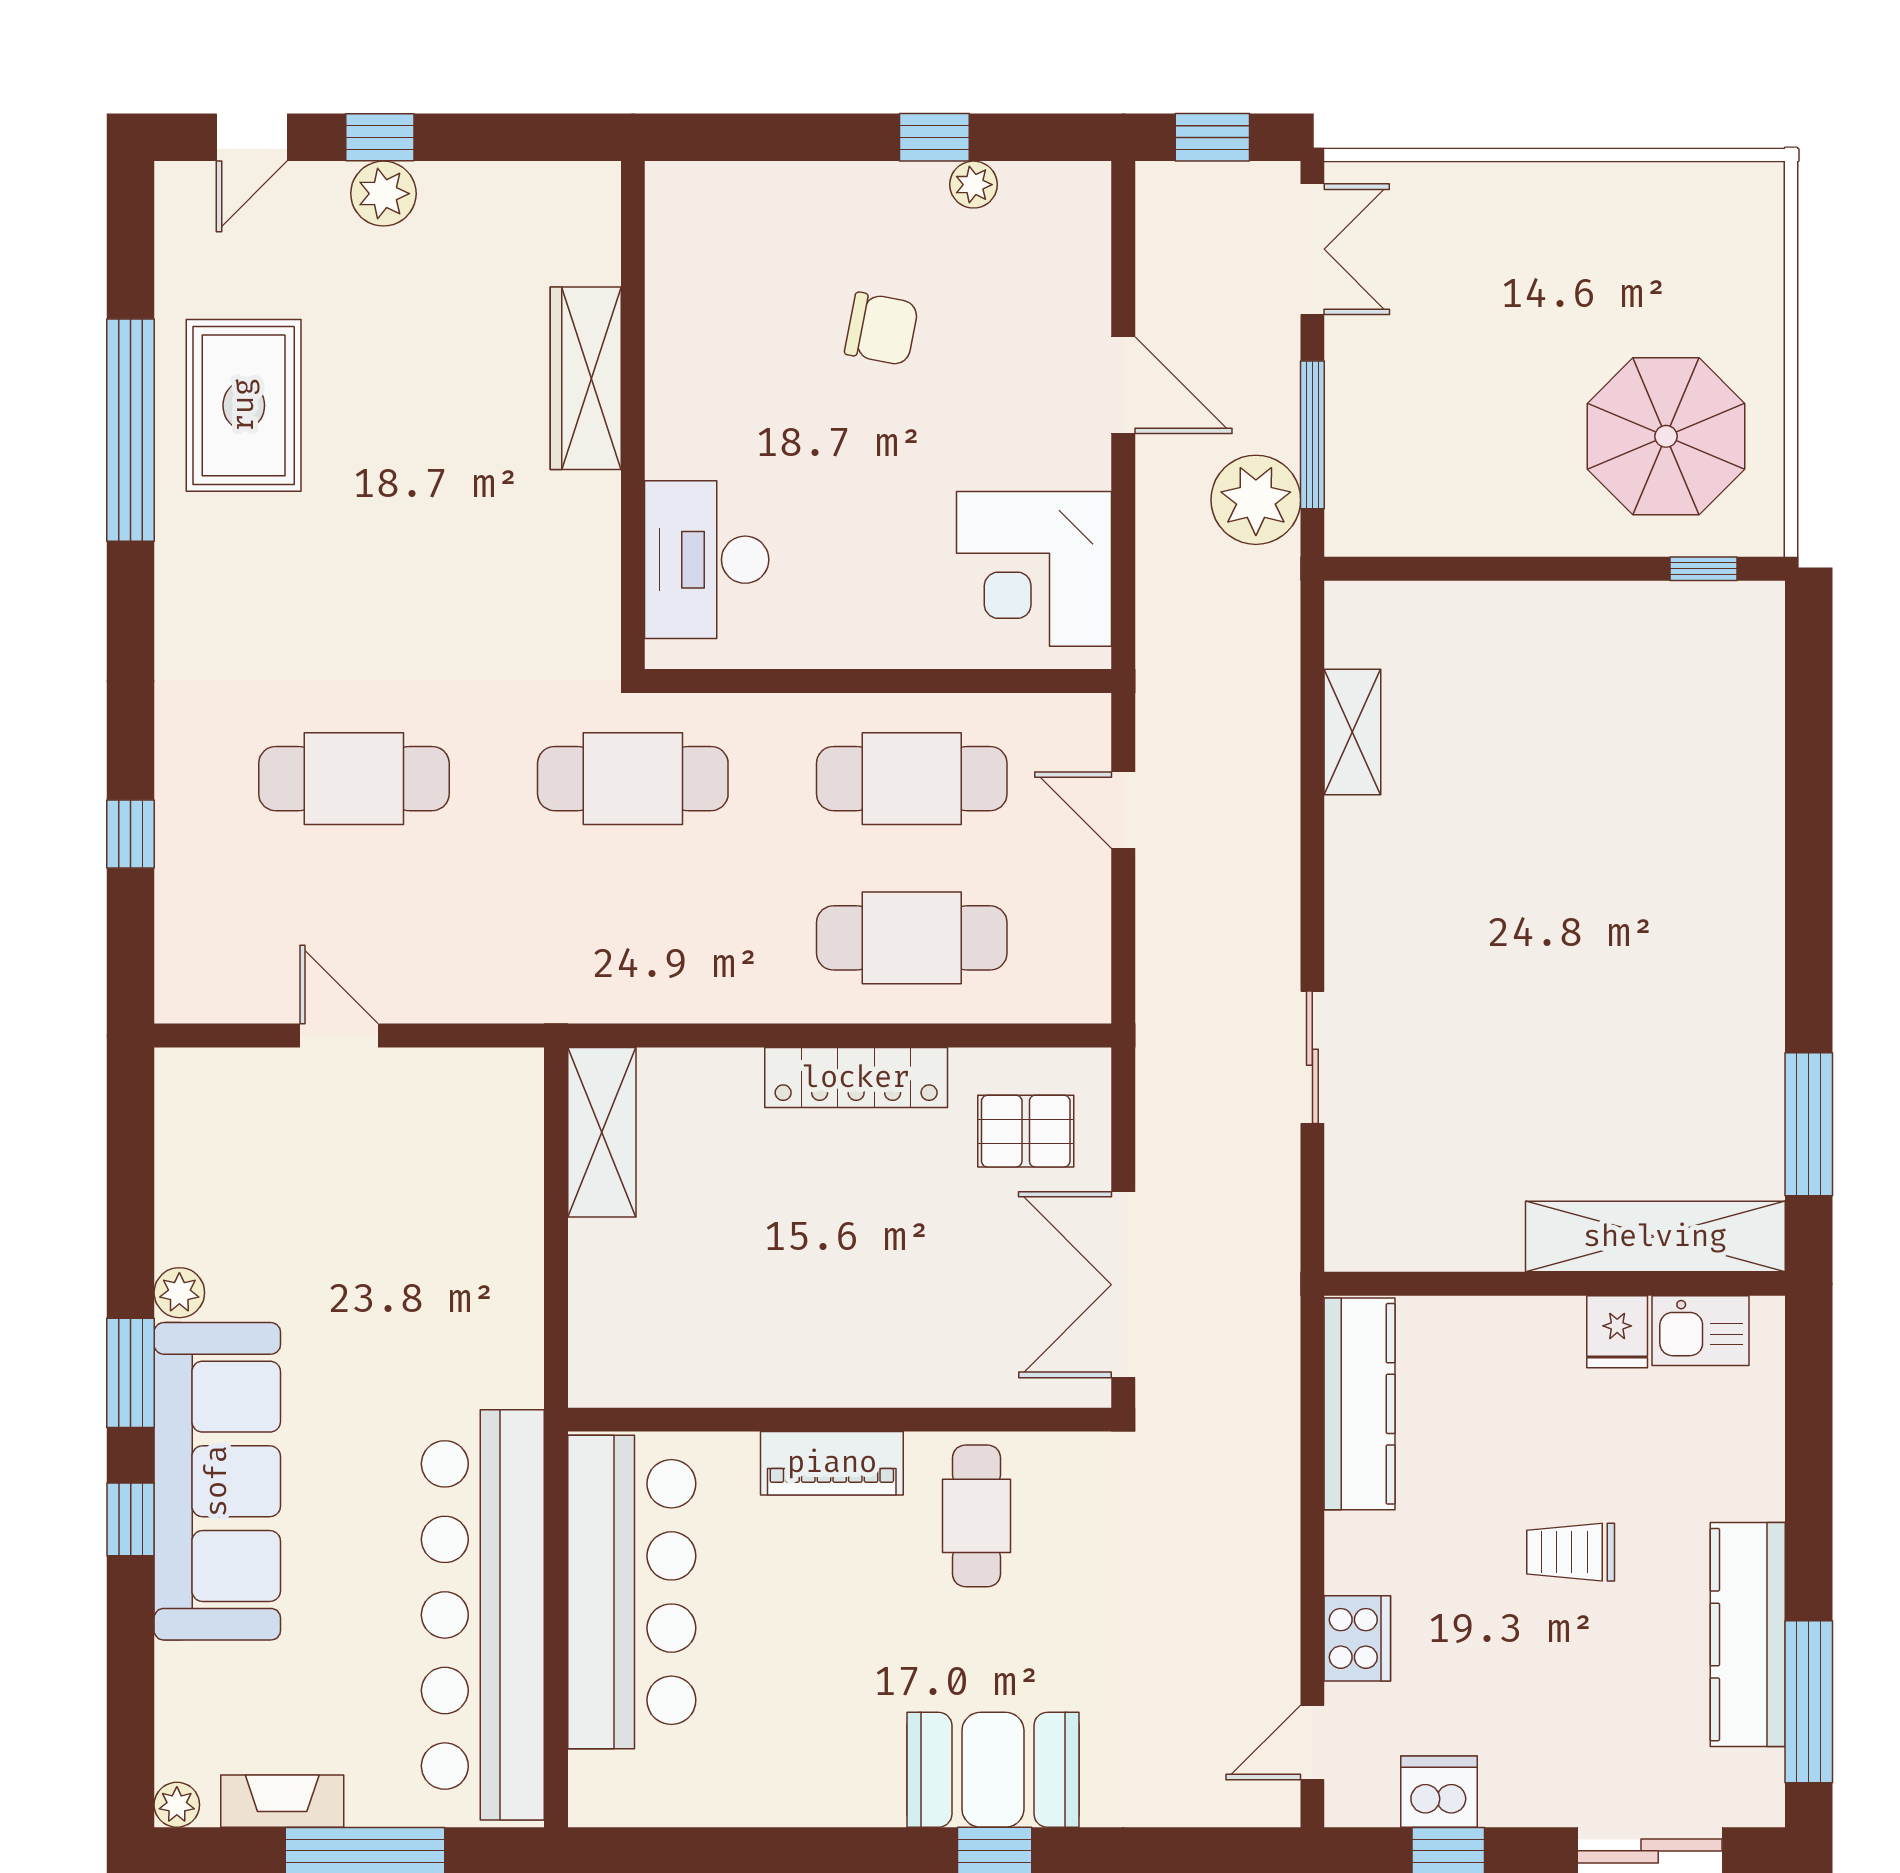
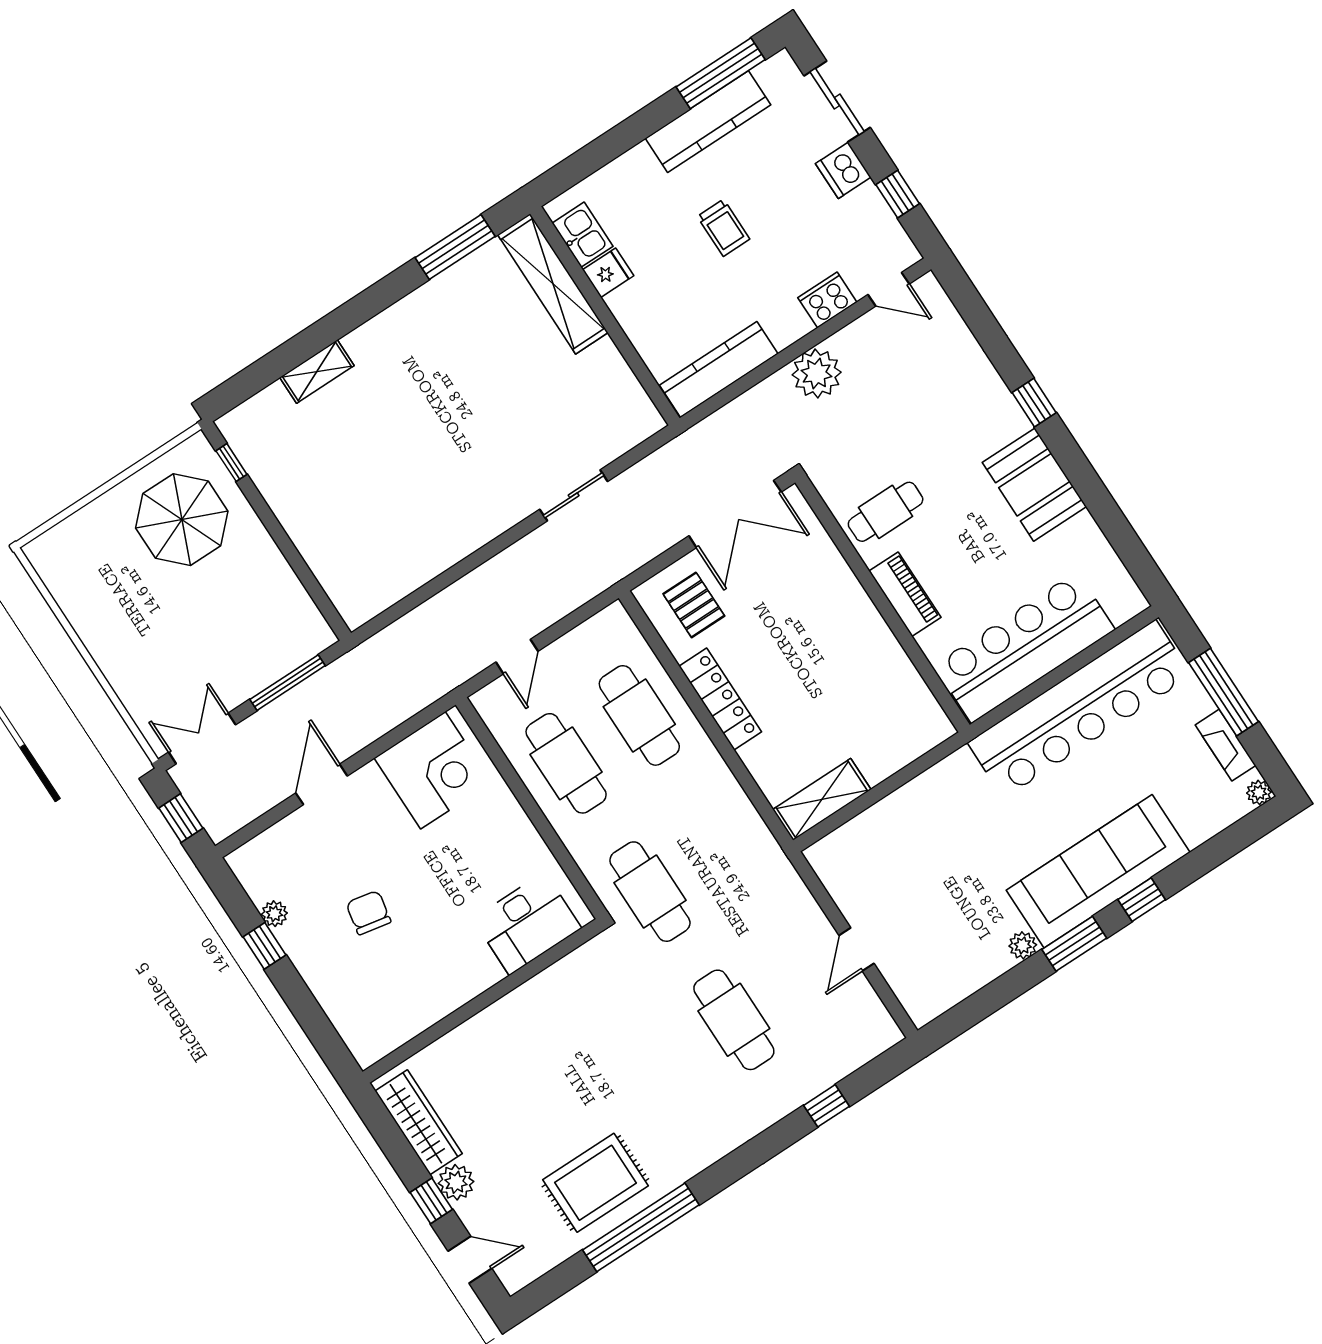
wardrobe: (586, 378) -> (419, 1122), moved, turned -90
plant: (1256, 500) -> (817, 374), moved
shelving: (1352, 732) -> (317, 372), moved
booth: (993, 1770) -> (1034, 485), moved
dishwasher: (1439, 1792) -> (843, 170), moved

